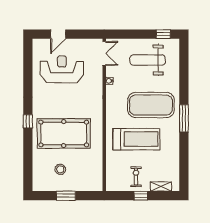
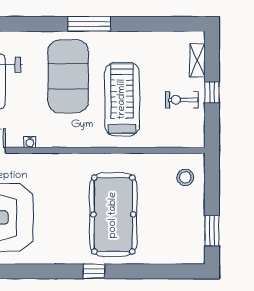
stool: (60, 169) -> (185, 177), moved
window: (66, 196) -> (212, 231), moved

